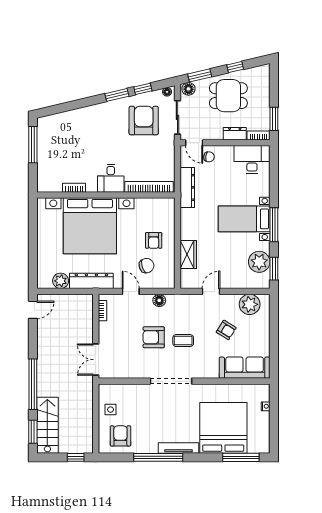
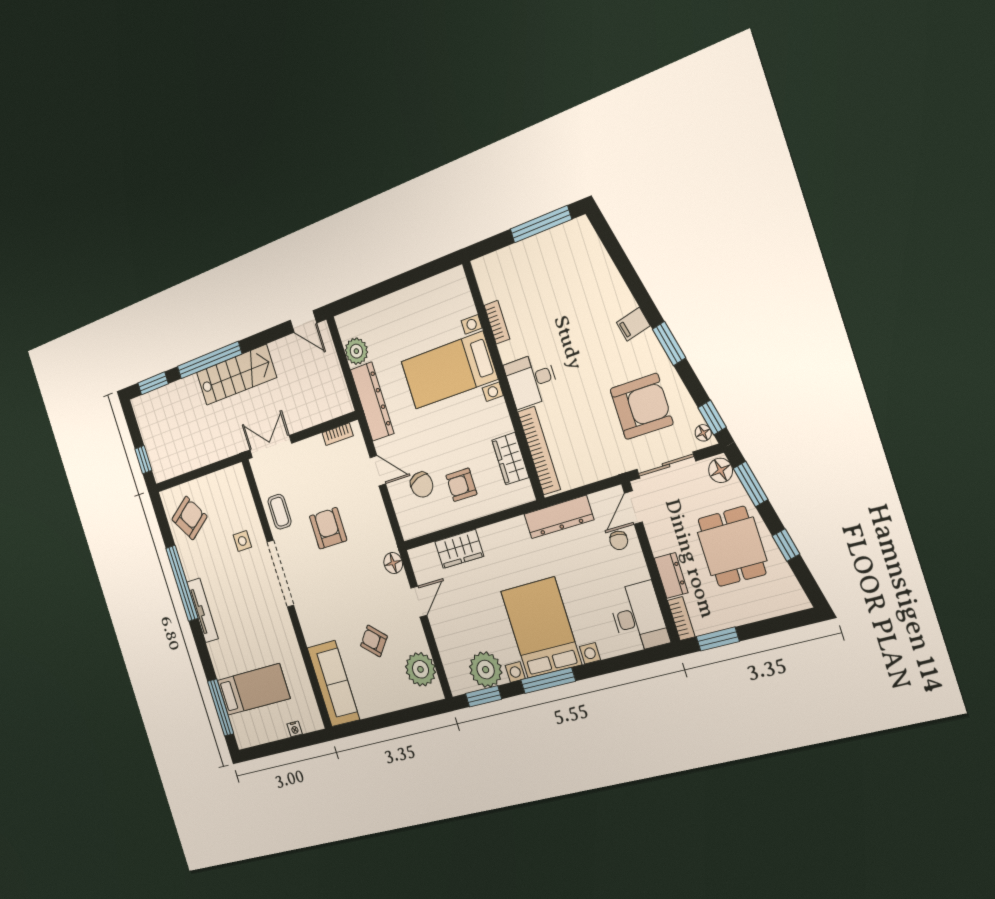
window: (143, 89) -> (712, 418), moved
filing cabinet: (101, 111) -> (633, 324), added
wardrobe: (148, 205) -> (510, 459), added
bed with nightstands: (244, 219) -> (541, 628), width x1.36
bed with nightstands: (90, 226) -> (449, 370), width x0.54
door: (131, 291) -> (378, 471), hinge flipped
door: (211, 291) -> (419, 602), hinge flipped
floor lamp: (159, 300) -> (393, 563), moved
armchair: (226, 330) -> (374, 641), turned 99
coffee table: (183, 341) -> (280, 512), moved
side table: (111, 410) -> (242, 541), moved
stairs: (47, 425) -> (236, 375), moved
bed: (223, 428) -> (253, 689), width x0.49
armchair: (120, 436) -> (189, 518), turned -34

